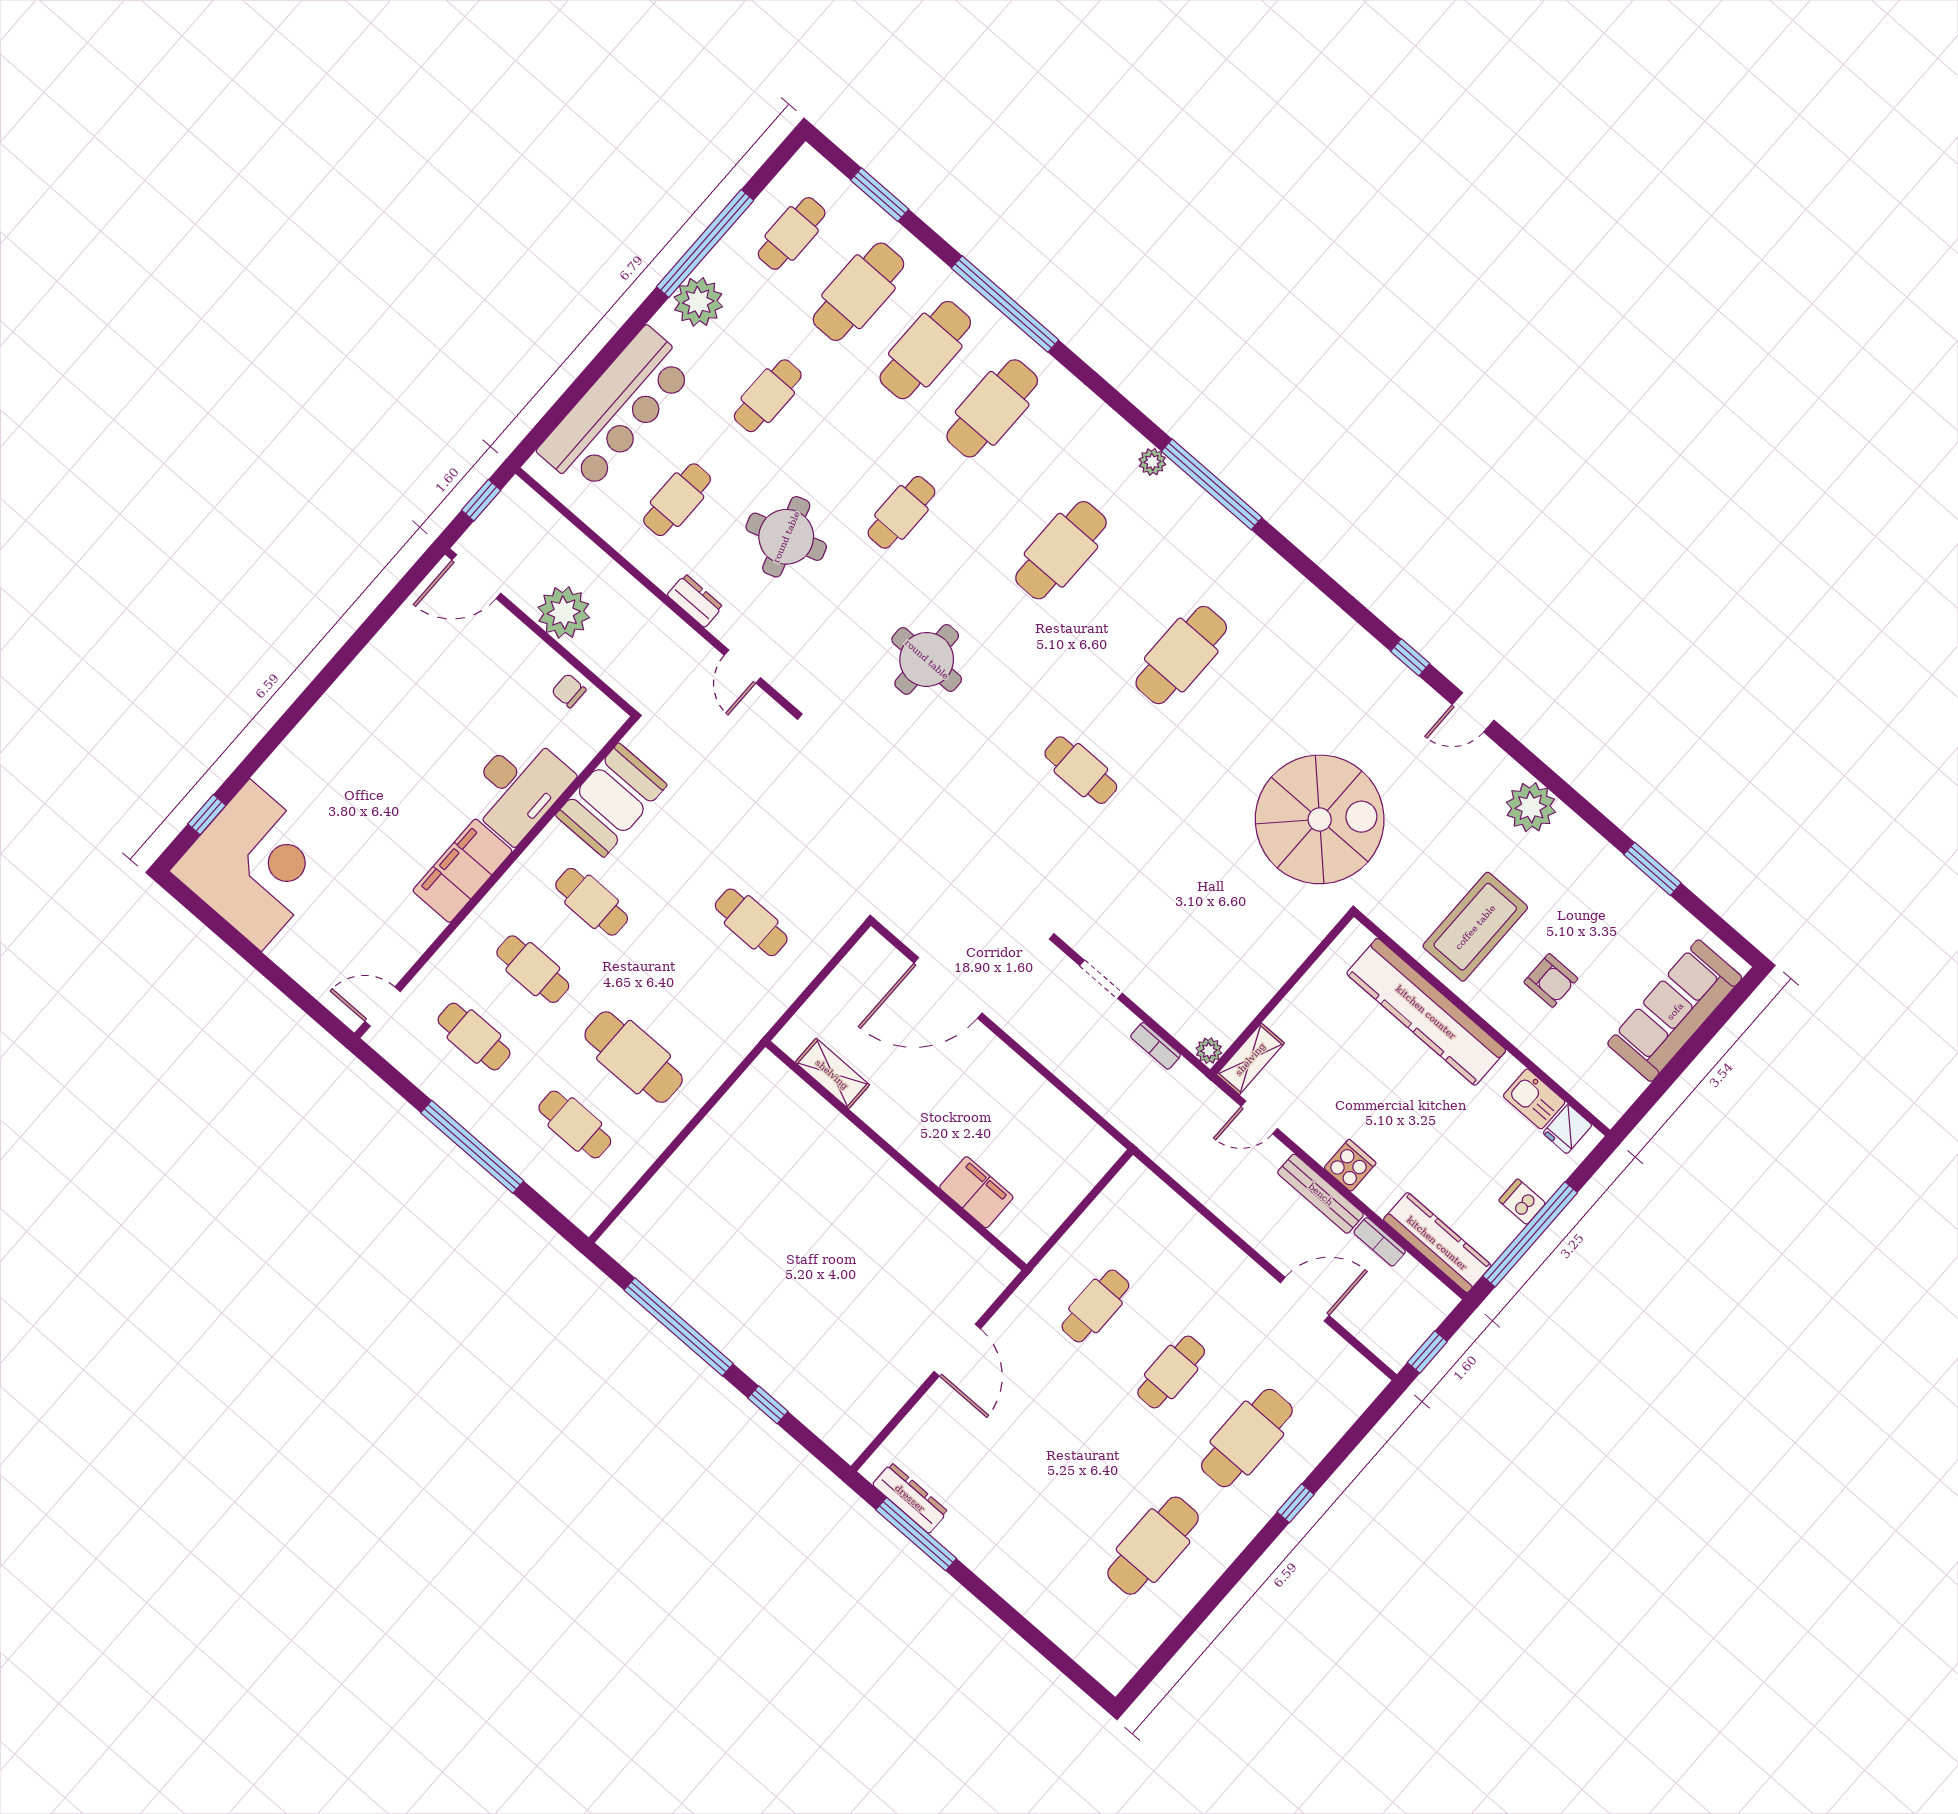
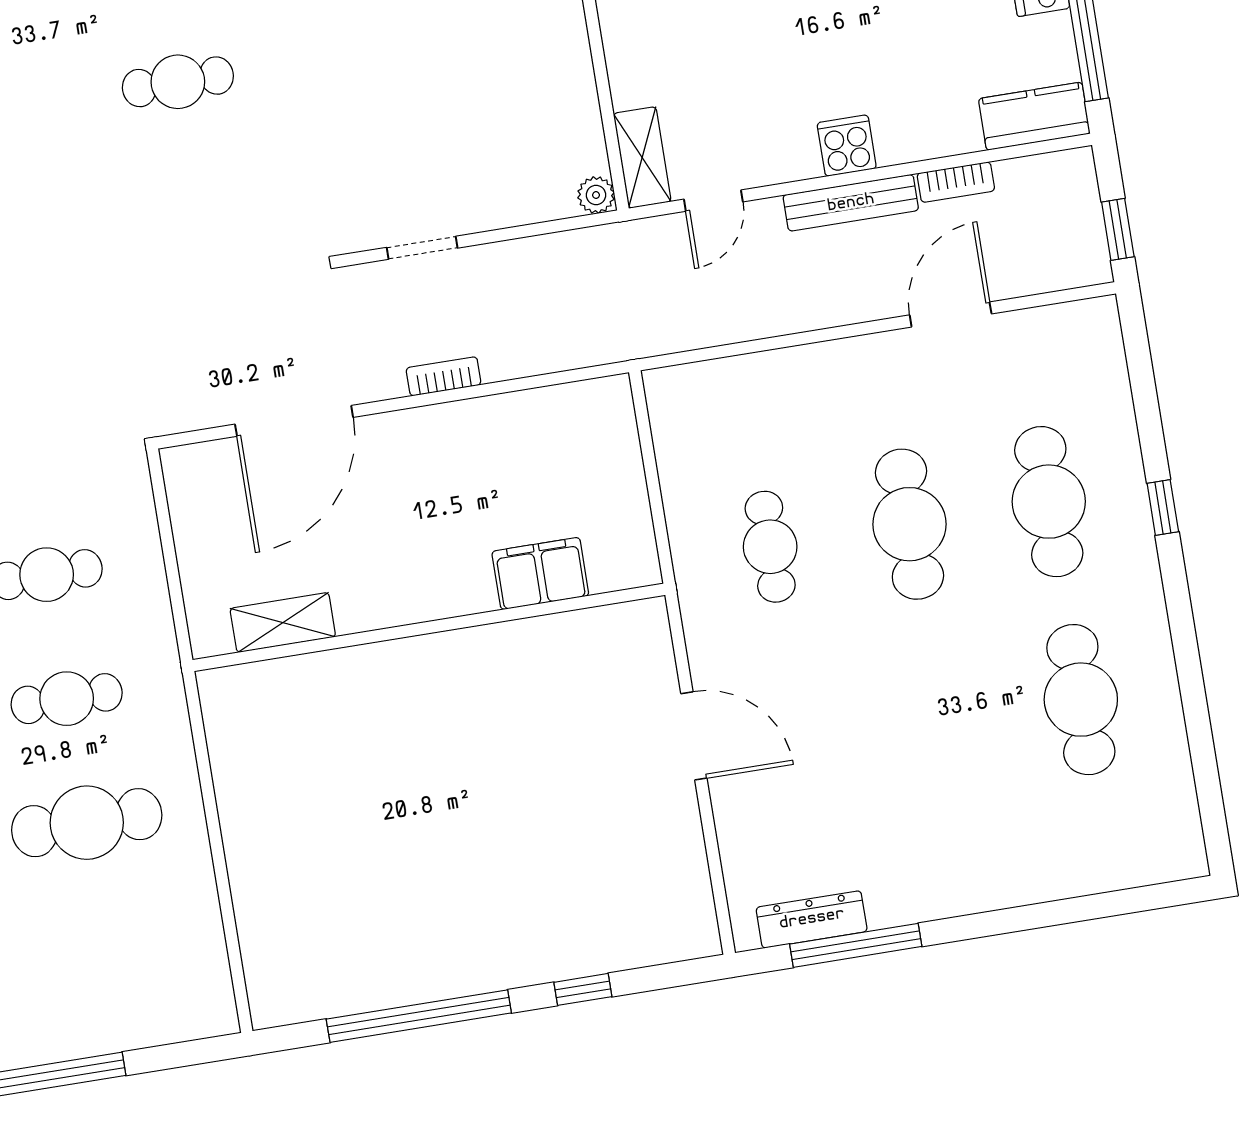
bookcase: (1156, 1046) -> (444, 376), moved, turned 180
cafe table: (575, 1125) -> (67, 699), moved
kitchen counter: (1437, 1243) -> (1034, 116), width x0.67
cafe table: (1171, 1372) -> (909, 524), width x1.37, depth x1.35

